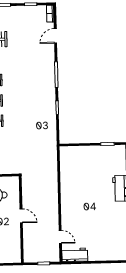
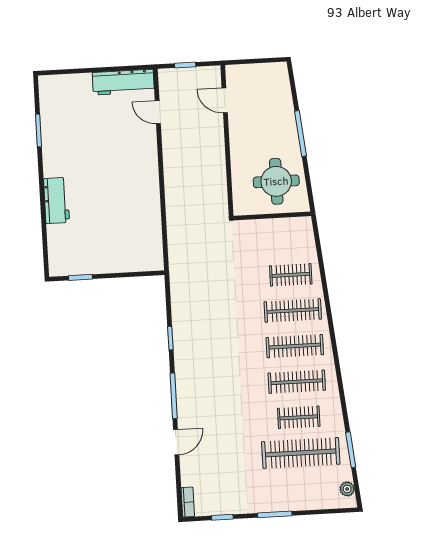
door: (55, 36) -> (176, 442), moved
door: (21, 216) -> (225, 100), moved
workbench: (75, 255) -> (123, 82), width x1.38

